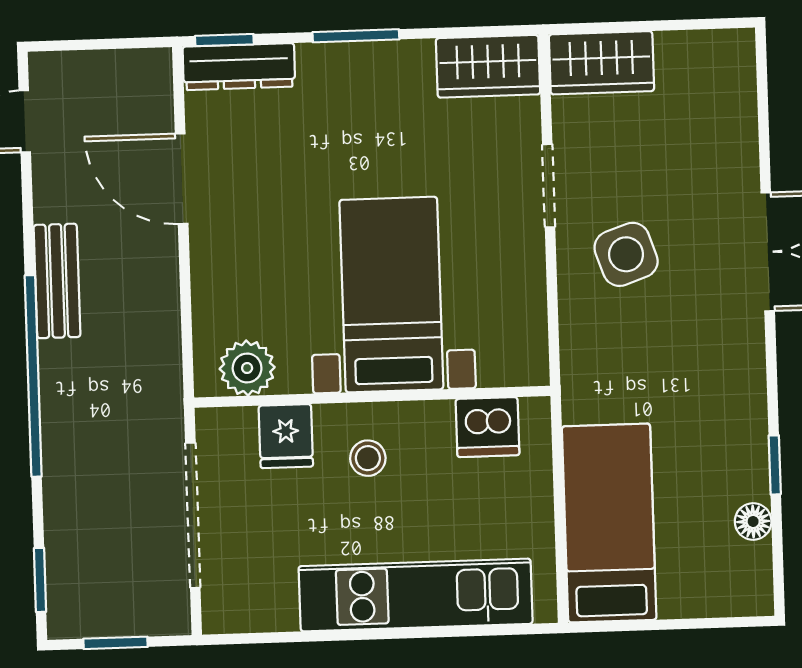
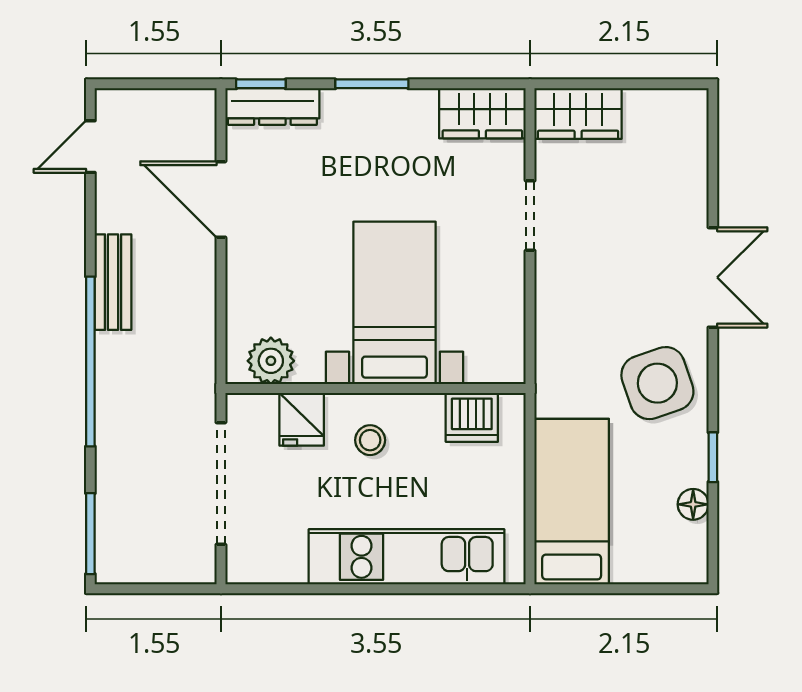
side table: (626, 254) -> (657, 383), moved, width x1.37, depth x1.37
window: (40, 580) -> (90, 534), width x1.50
window: (115, 643) -> (152, 589), removed

